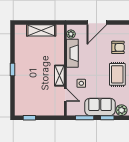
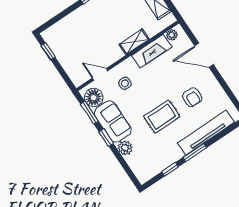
shelving: (59, 76) -> (134, 42), moved
door: (65, 95) -> (100, 74), swing flipped
floor lamp: (77, 109) -> (94, 98), added

